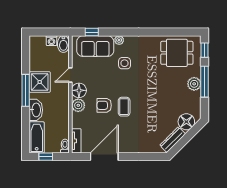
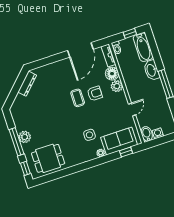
shower: (40, 82) -> (156, 95), removed
floor lamp: (79, 90) -> (112, 74), moved
floor lamp: (186, 122) -> (21, 103), removed

